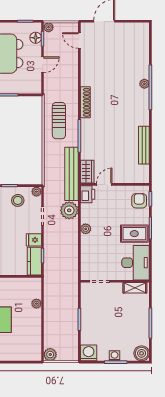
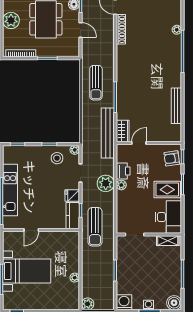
door: (43, 65) -> (80, 30), hinge flipped
plant: (144, 84) -> (177, 30), moved
shoe rack: (85, 102) -> (121, 29), moved
printer: (88, 194) -> (123, 171), moved
armchair: (139, 201) -> (172, 158), turned -98
plant: (69, 210) -> (106, 183), moved
sun lounger: (58, 273) -> (95, 227), added
plant: (36, 304) -> (75, 278), moved

